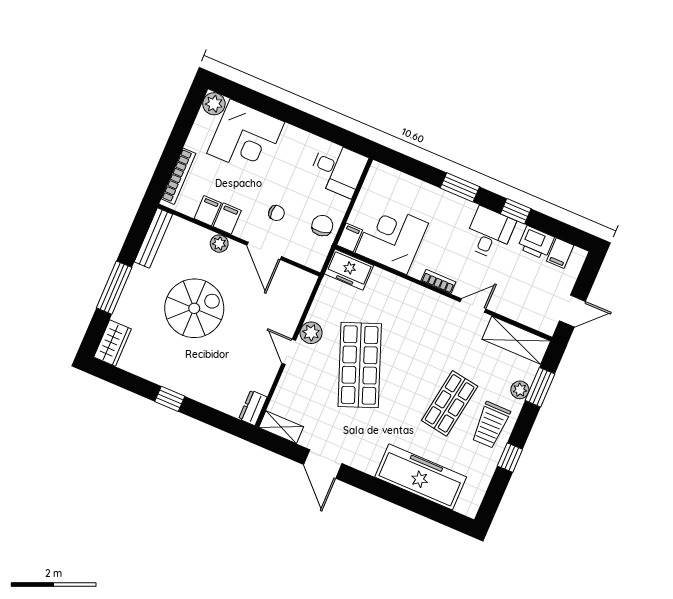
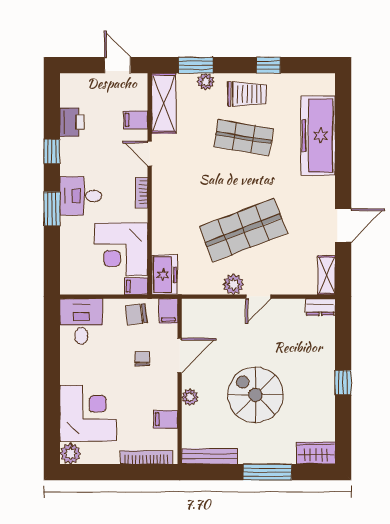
filing cabinet: (227, 219) -> (168, 311), moved, turned -90
desk: (490, 233) -> (81, 196), moved
filing cabinet: (560, 253) -> (136, 120), moved, turned 180

